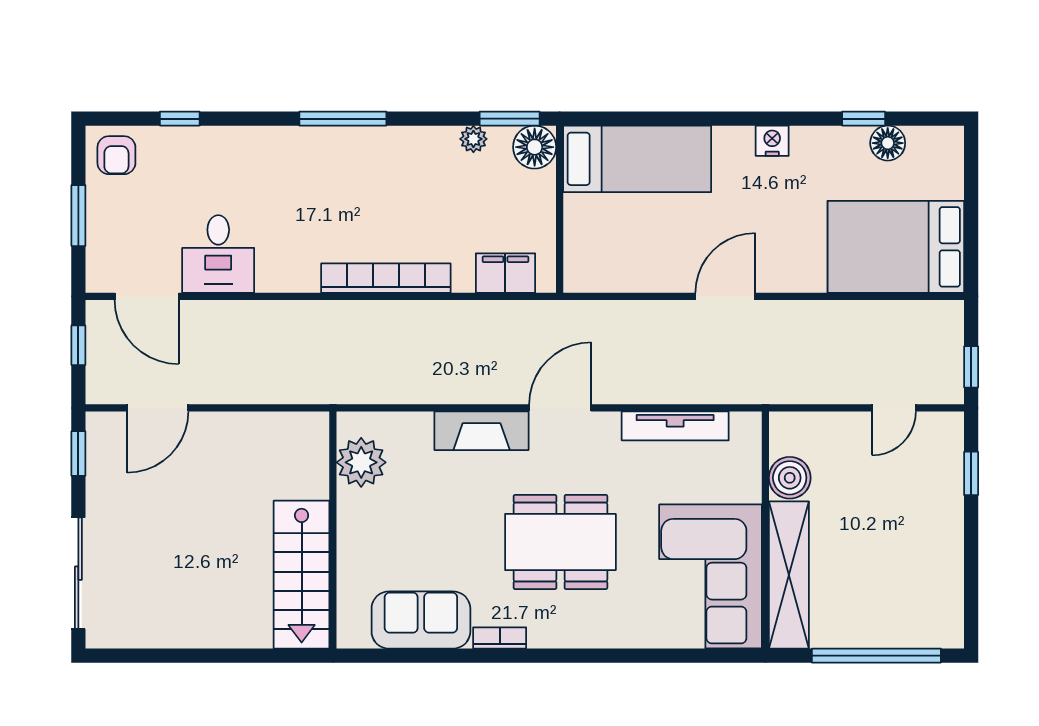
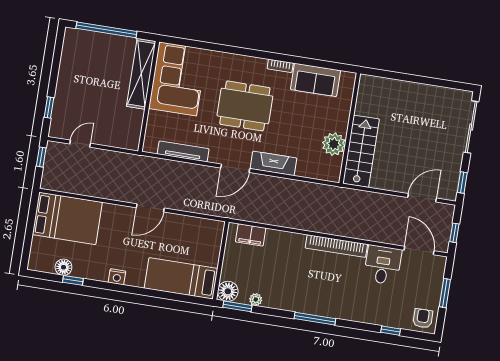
bookcase: (386, 278) -> (336, 246), moved
plant: (361, 462) -> (334, 144), moved
boiler: (790, 478) -> (134, 119), removed
stairs: (302, 575) -> (361, 151), moved

